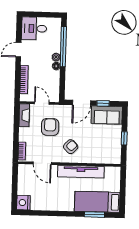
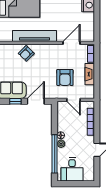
desk: (34, 28) -> (72, 169), moved, turned 90
fireplace: (24, 115) -> (90, 74), moved
armchair: (71, 147) -> (26, 53), moved
door: (42, 163) -> (71, 43), hinge flipped

